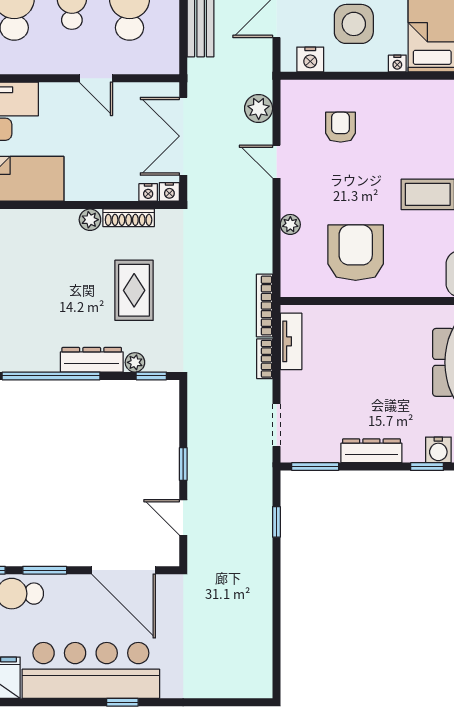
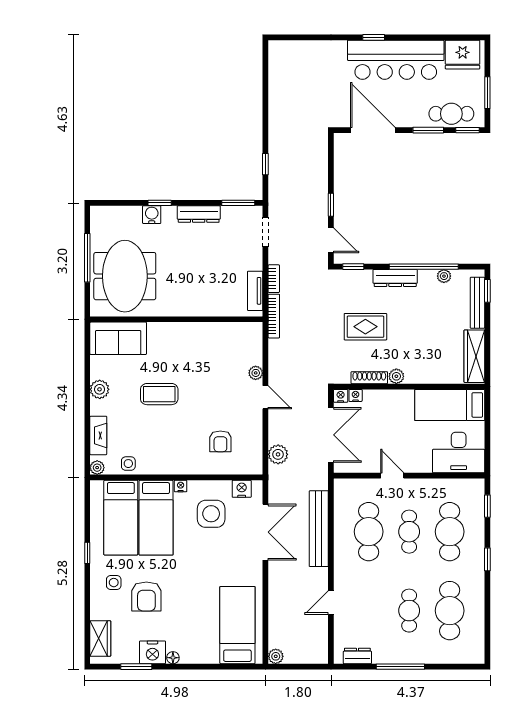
door: (276, 162) -> (265, 397), moved
armchair: (356, 253) -> (210, 353), removed
rug: (134, 290) -> (365, 327), turned 90
plant: (135, 362) -> (444, 276), moved
door: (183, 517) -> (331, 240), moved

